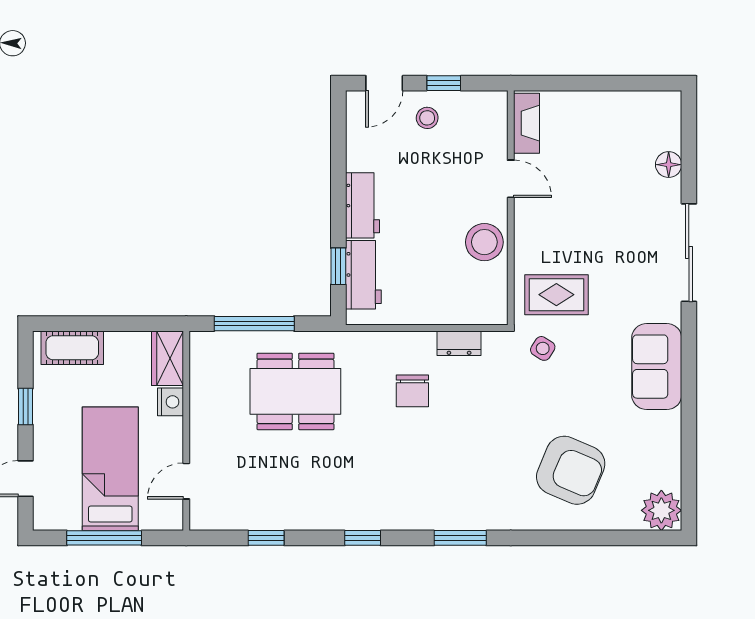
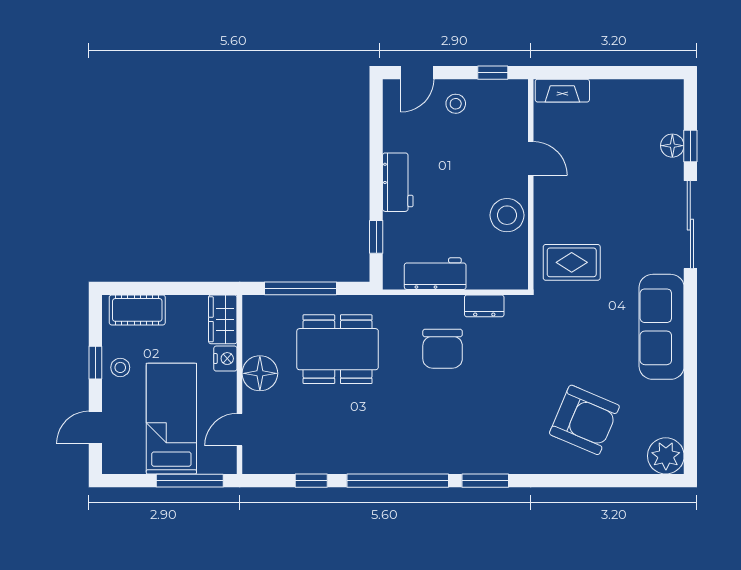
window: (444, 83) -> (493, 73), moved
fireplace: (526, 123) -> (562, 91), moved, turned 90
window: (689, 165) -> (690, 146), added
workbench: (363, 275) -> (435, 274), moved, turned -90
side table: (543, 348) -> (559, 311), removed
sofa: (657, 367) -> (662, 327), width x1.36
chair: (412, 391) -> (443, 349), width x1.37, depth x1.37
stool: (53, 412) -> (120, 367), added
floor lamp: (209, 418) -> (260, 373), added
window: (104, 538) -> (190, 481), moved
window: (363, 538) -> (398, 481), width x3.17

